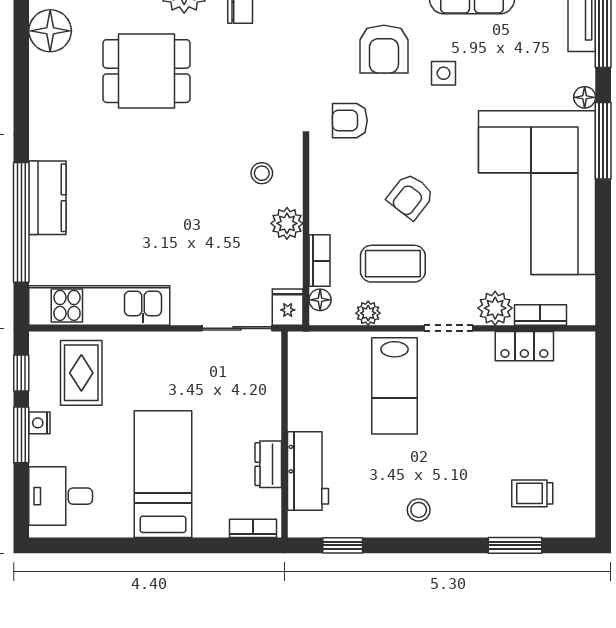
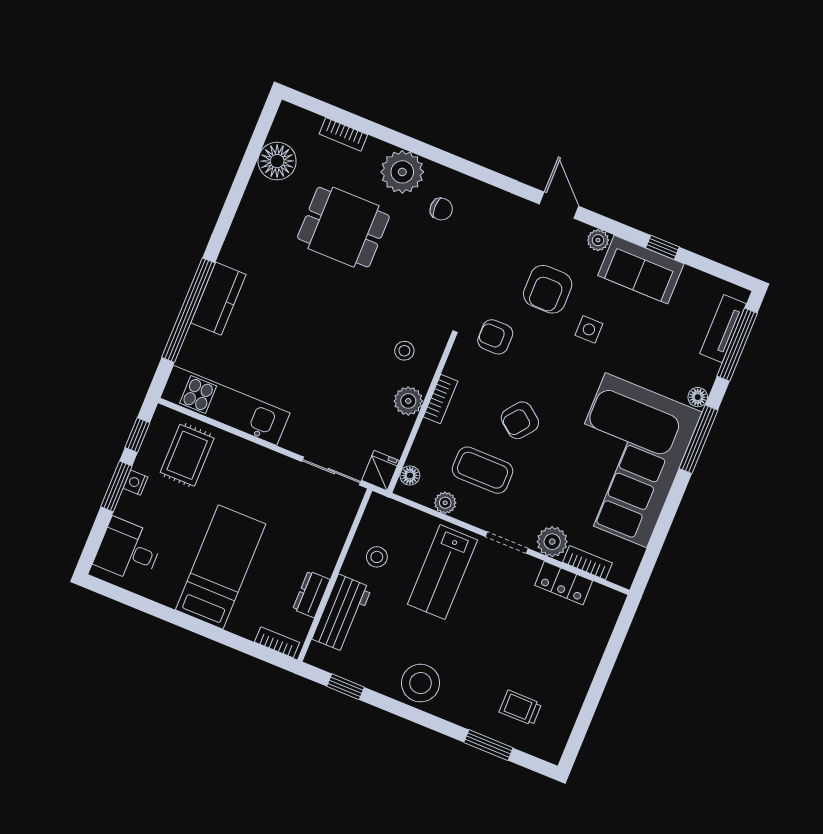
bookcase: (319, 261) -> (441, 399), moved
stool: (320, 398) -> (377, 557), added
stool: (419, 510) -> (421, 683), width x1.89, depth x1.89

